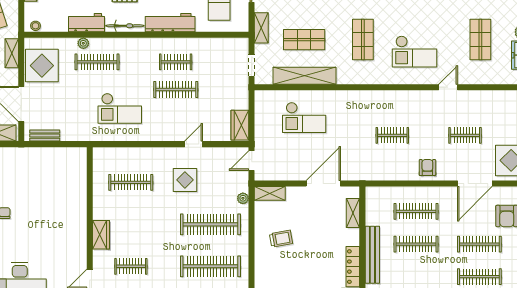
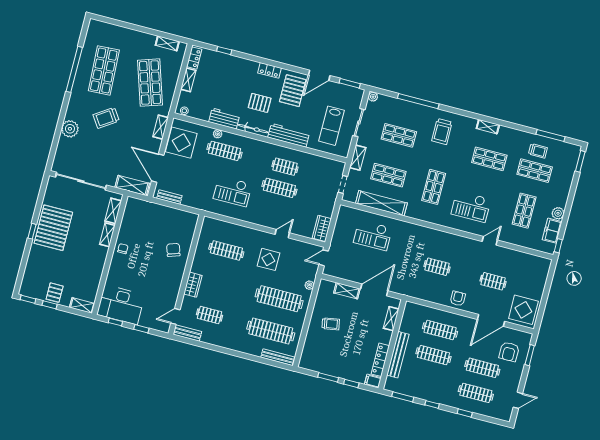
shelving: (270, 193) -> (347, 291), moved
chair: (66, 199) -> (173, 250), added

